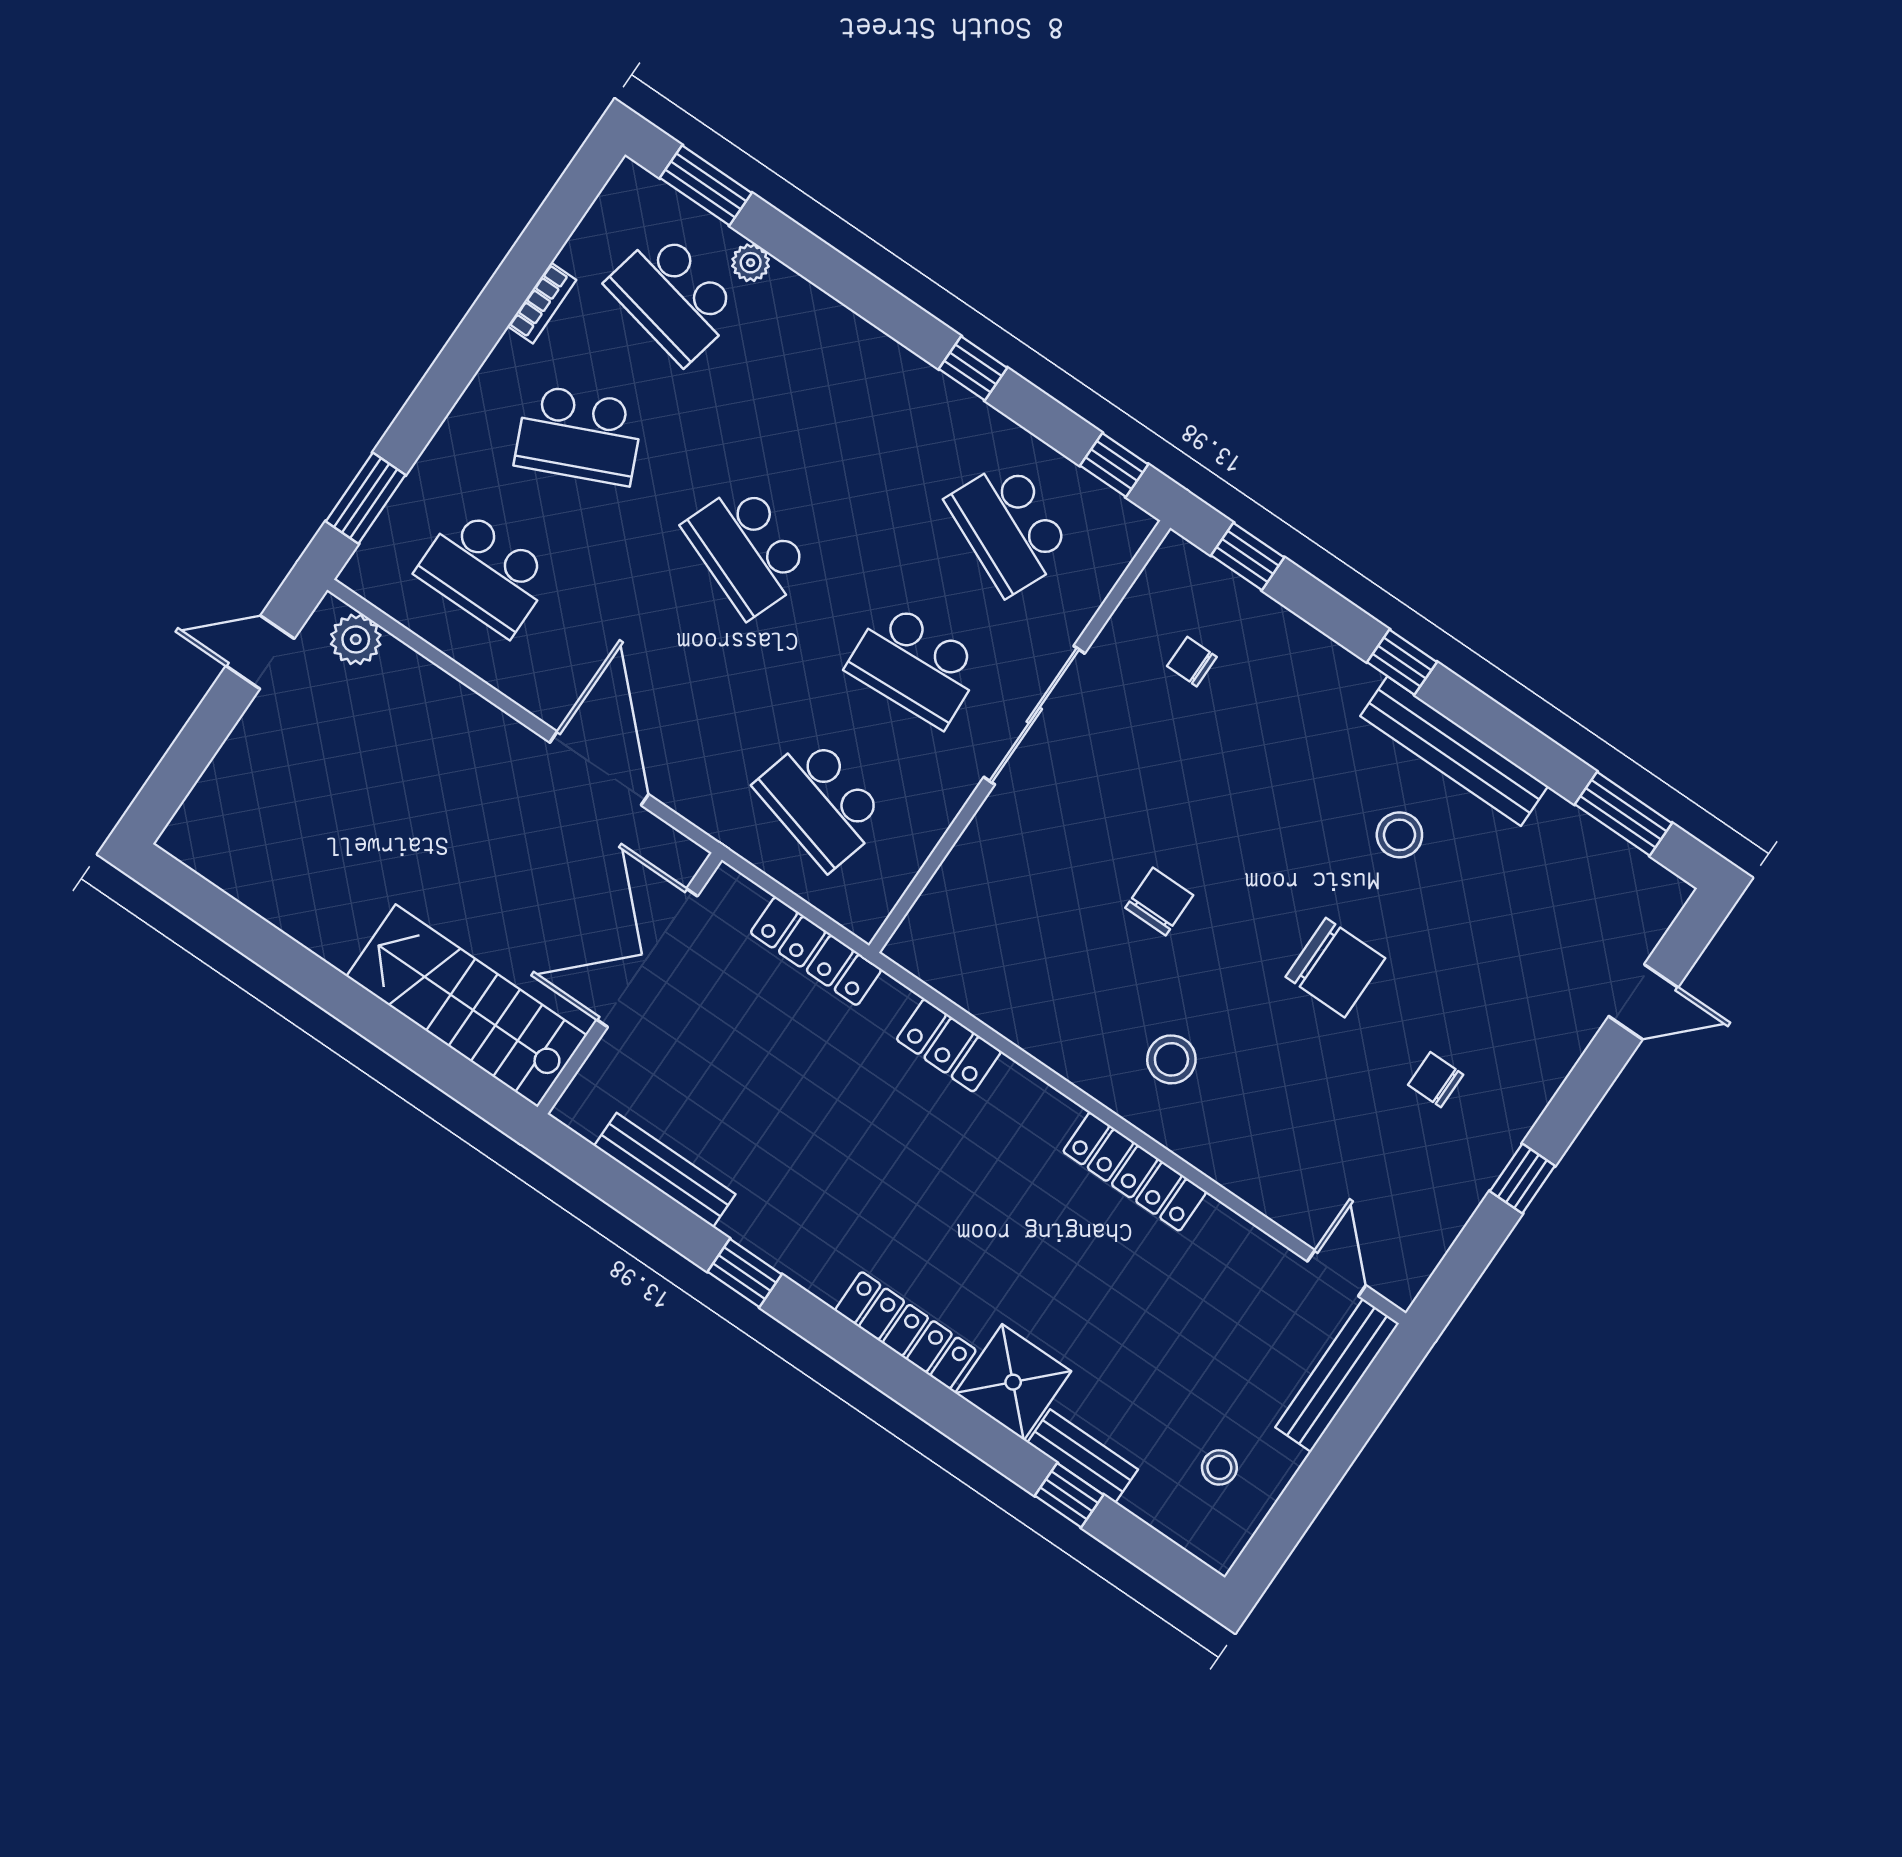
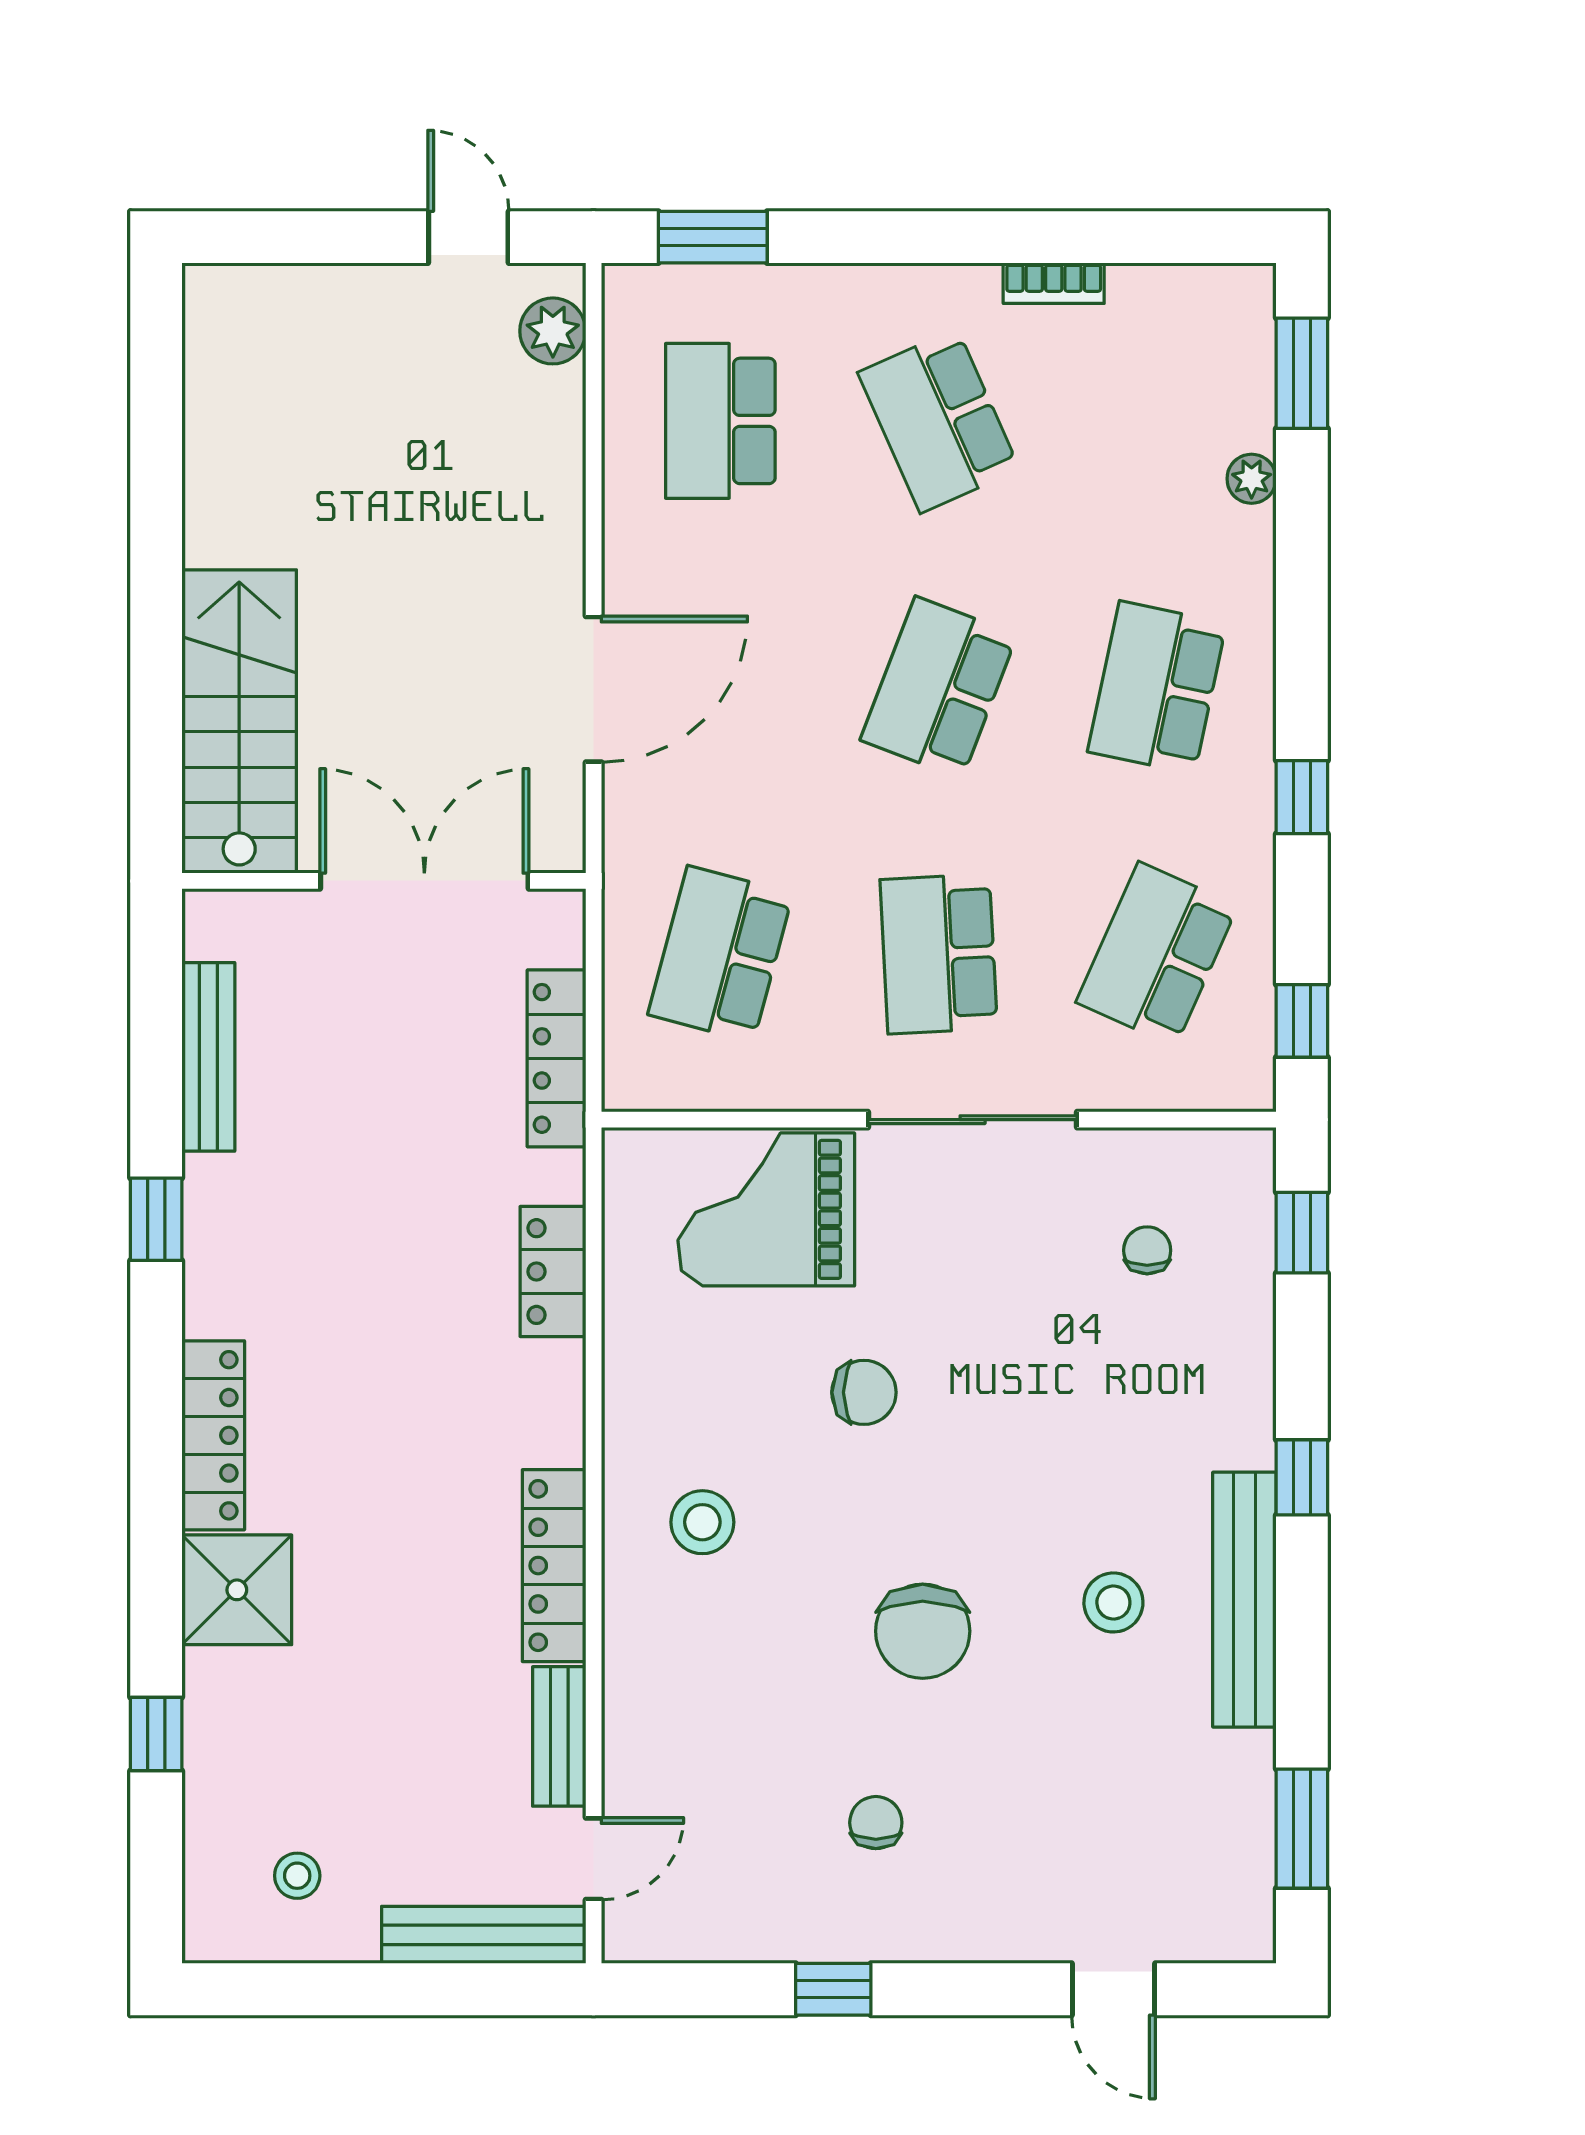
school desk: (673, 297) -> (1157, 687), moved
grand piano: (1002, 884) -> (766, 1209), added
bench: (1083, 1456) -> (559, 1736), moved

